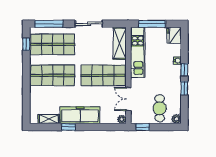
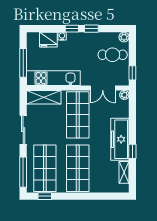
fridge: (174, 35) -> (48, 40), moved

